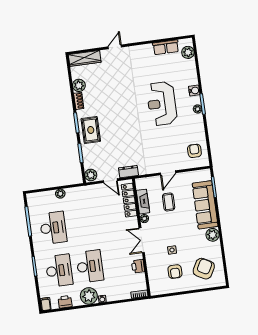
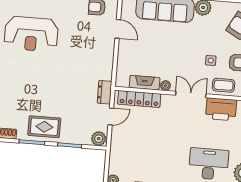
door: (168, 173) -> (118, 29), moved
coffee table: (169, 202) -> (223, 85), moved
double door: (142, 240) -> (191, 94), swing flipped
printer: (138, 266) -> (221, 109), width x1.87, depth x1.48

